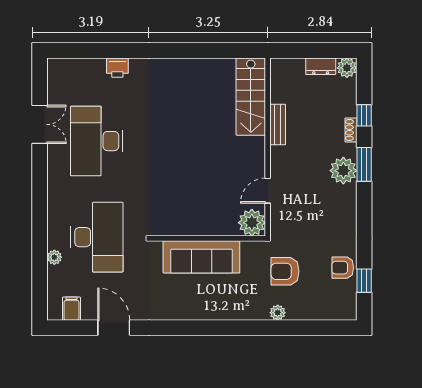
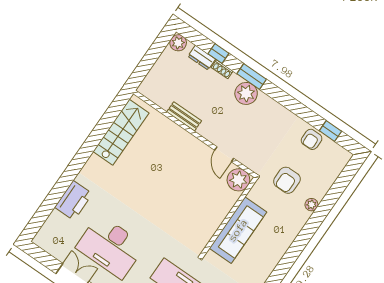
dresser: (321, 66) -> (202, 58), moved, turned 90
printer: (117, 68) -> (74, 200), width x1.87, depth x1.48
stairs: (251, 97) -> (121, 132), moved, turned -90

